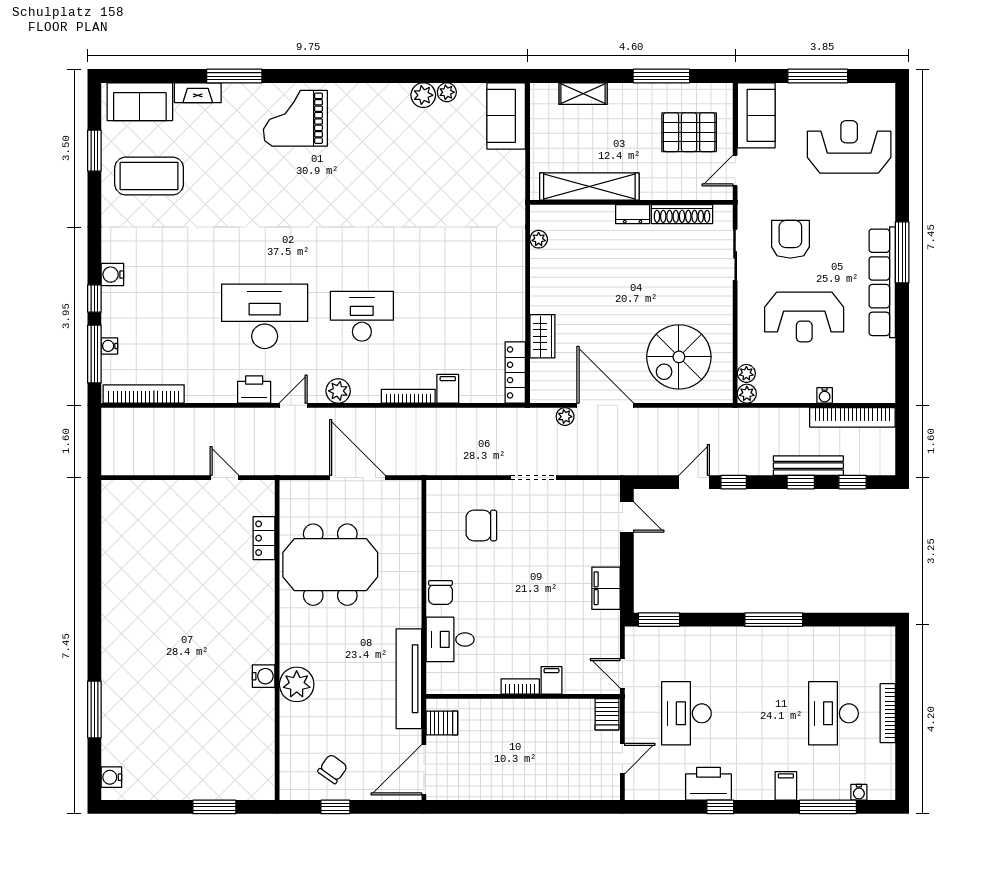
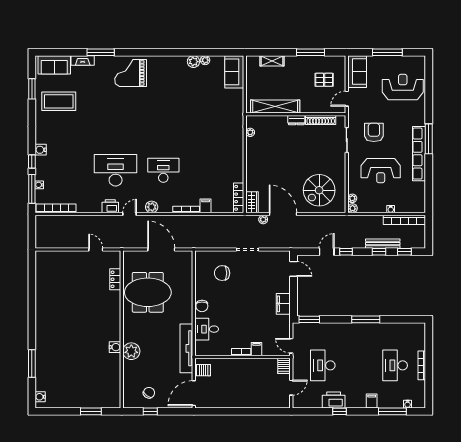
pallet: (689, 132) -> (324, 80), width x0.67, depth x0.71
wardrobe: (542, 336) -> (252, 202), moved

